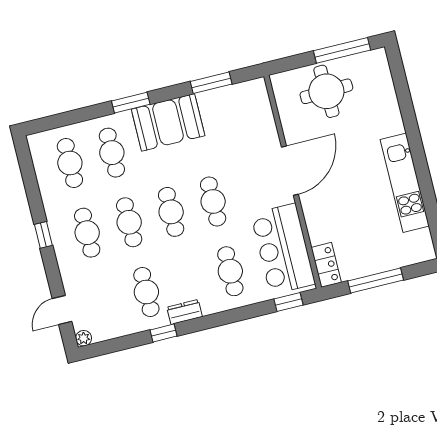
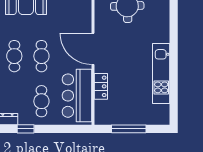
door: (290, 171) -> (93, 49), swing flipped
locker: (326, 265) -> (101, 86), moved
window: (288, 302) -> (26, 129), moved

